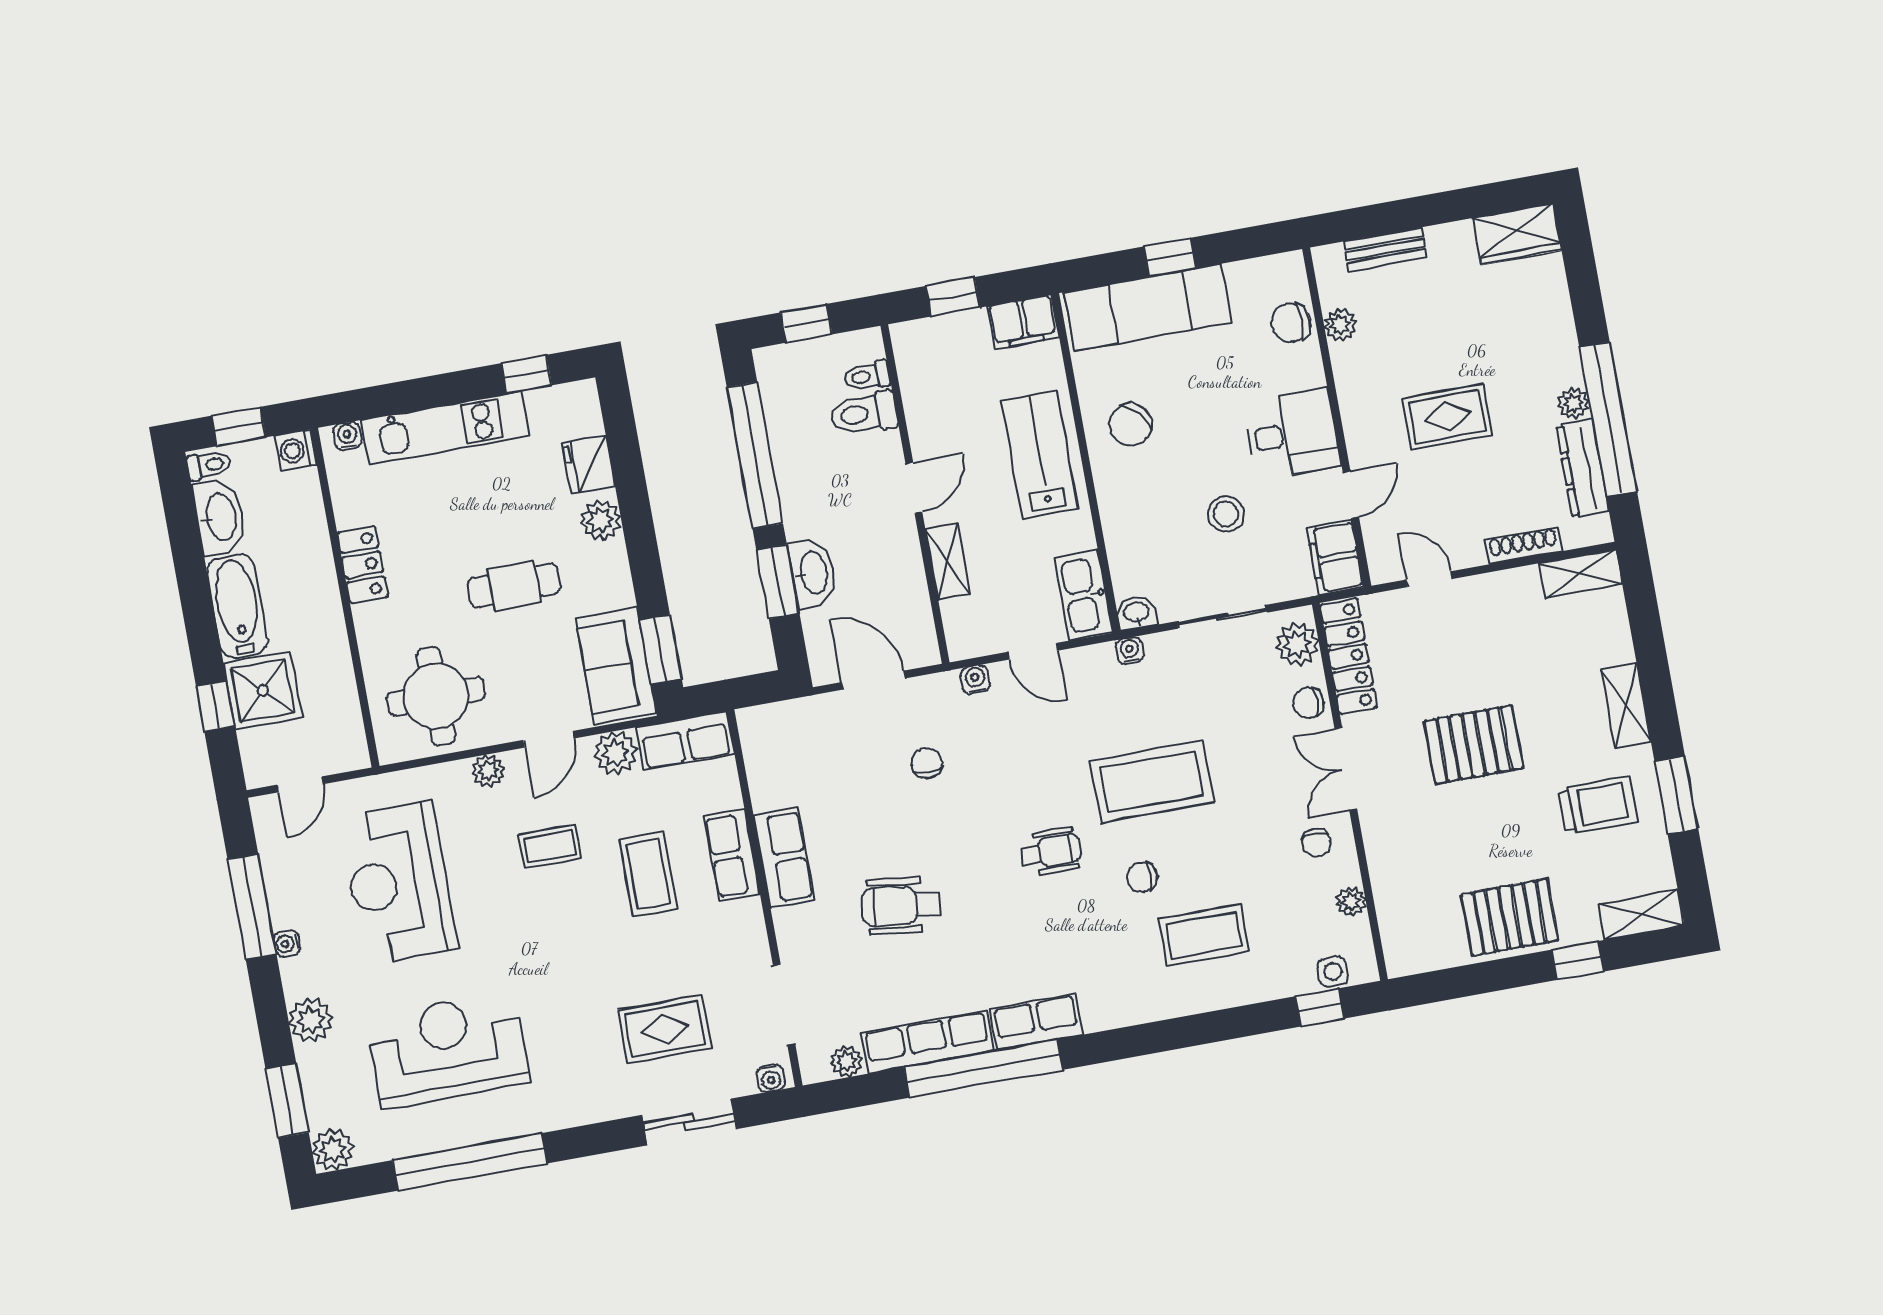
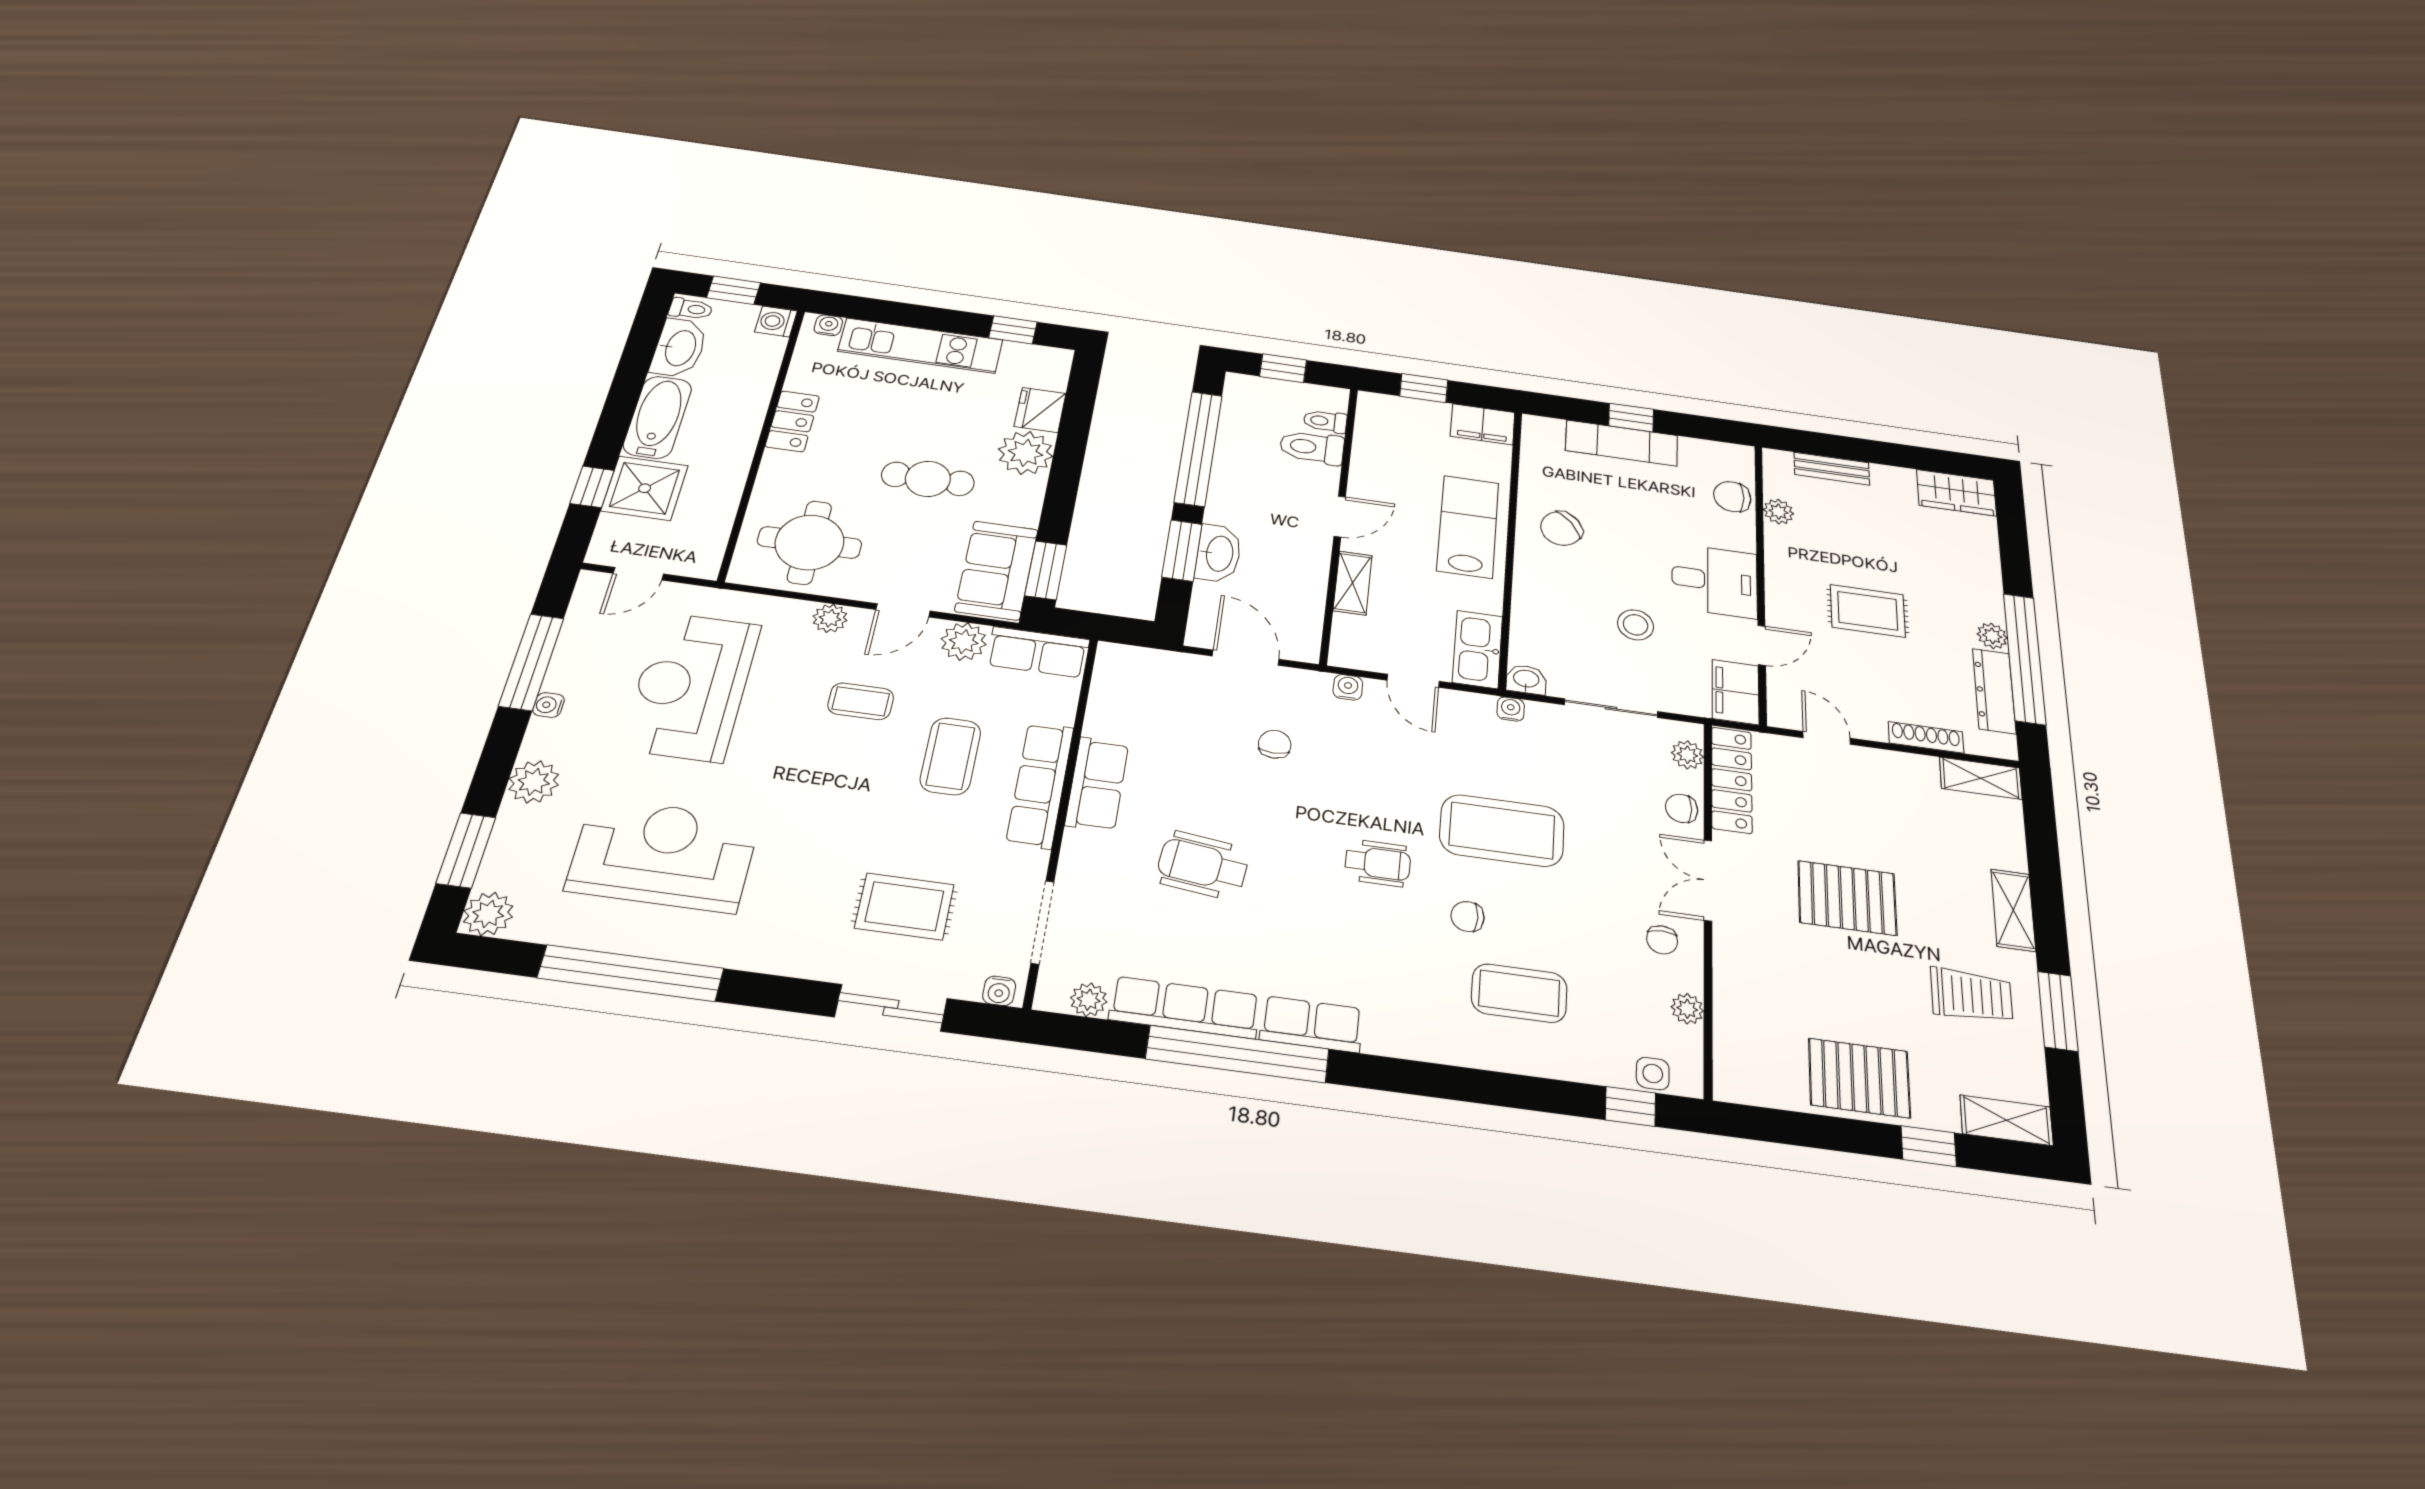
exam couch: (1148, 307) -> (1622, 443), width x0.73, depth x0.69
plant: (601, 520) -> (1025, 453), width x1.36, depth x1.36
plant: (1297, 644) -> (1687, 755), width x0.73, depth x0.73
row of seats: (732, 855) -> (1040, 785), width x1.48

